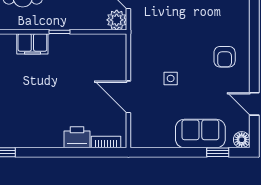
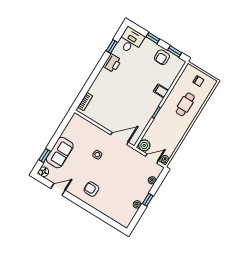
filing cabinet: (32, 44) -> (161, 91), width x0.50
door: (128, 97) -> (119, 139), moved
printer: (77, 137) -> (112, 63), moved

